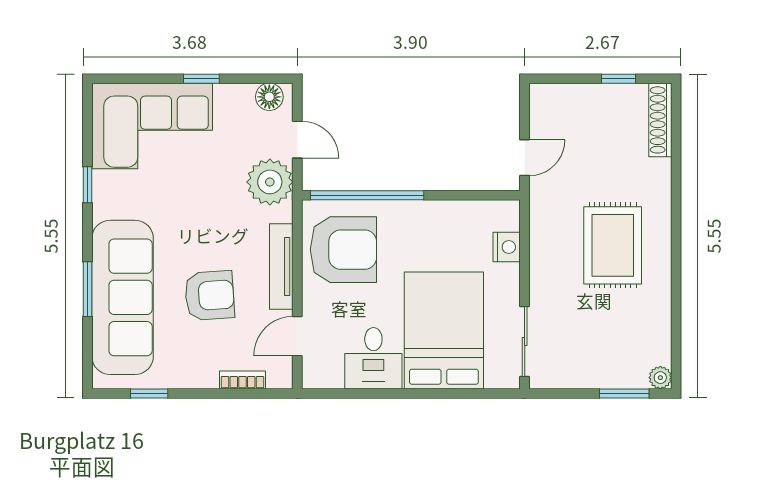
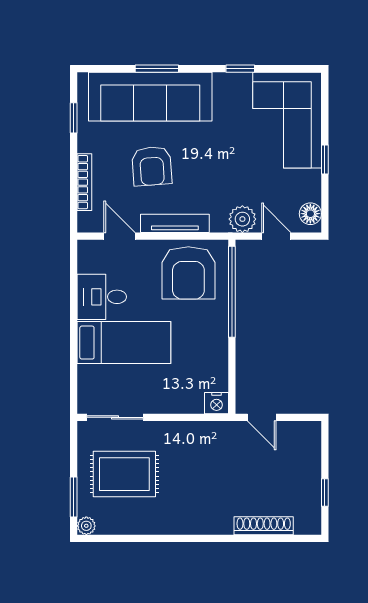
shoe rack: (660, 120) -> (264, 526), moved
door: (297, 140) -> (276, 236), swing flipped
plant: (270, 182) -> (242, 219), width x0.73, depth x0.73
rug: (613, 245) -> (124, 474), moved
nightstand: (507, 247) -> (217, 403), moved
bed: (444, 330) -> (124, 343), width x0.67
bookcase: (243, 380) -> (84, 182), width x1.56

